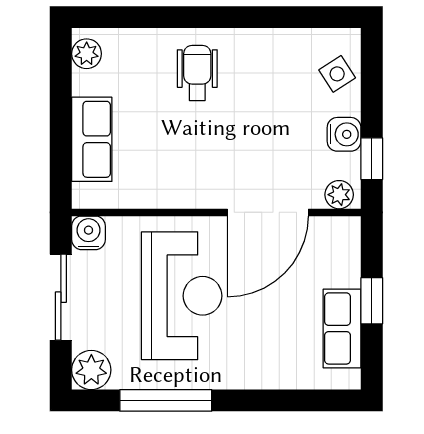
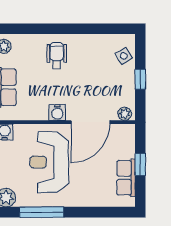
water cooler: (344, 134) -> (57, 112), moved, turned 90
window: (372, 159) -> (140, 79), moved
reception desk: (182, 296) -> (49, 162), turned 180

